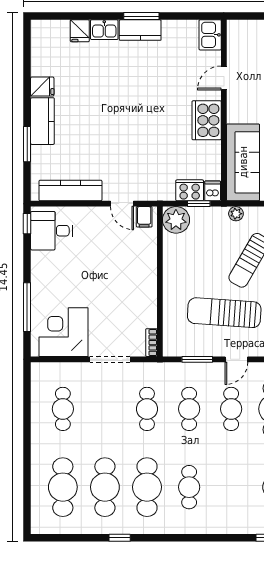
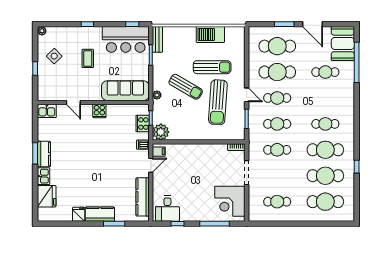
fridge: (80, 31) -> (47, 196), width x1.88, depth x1.34
cooker: (207, 120) -> (99, 111), width x0.53, depth x0.76
dishwasher: (213, 191) -> (143, 145), moved
window: (27, 224) -> (178, 224), moved

